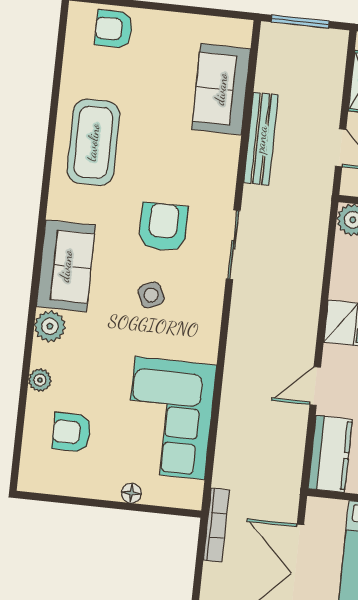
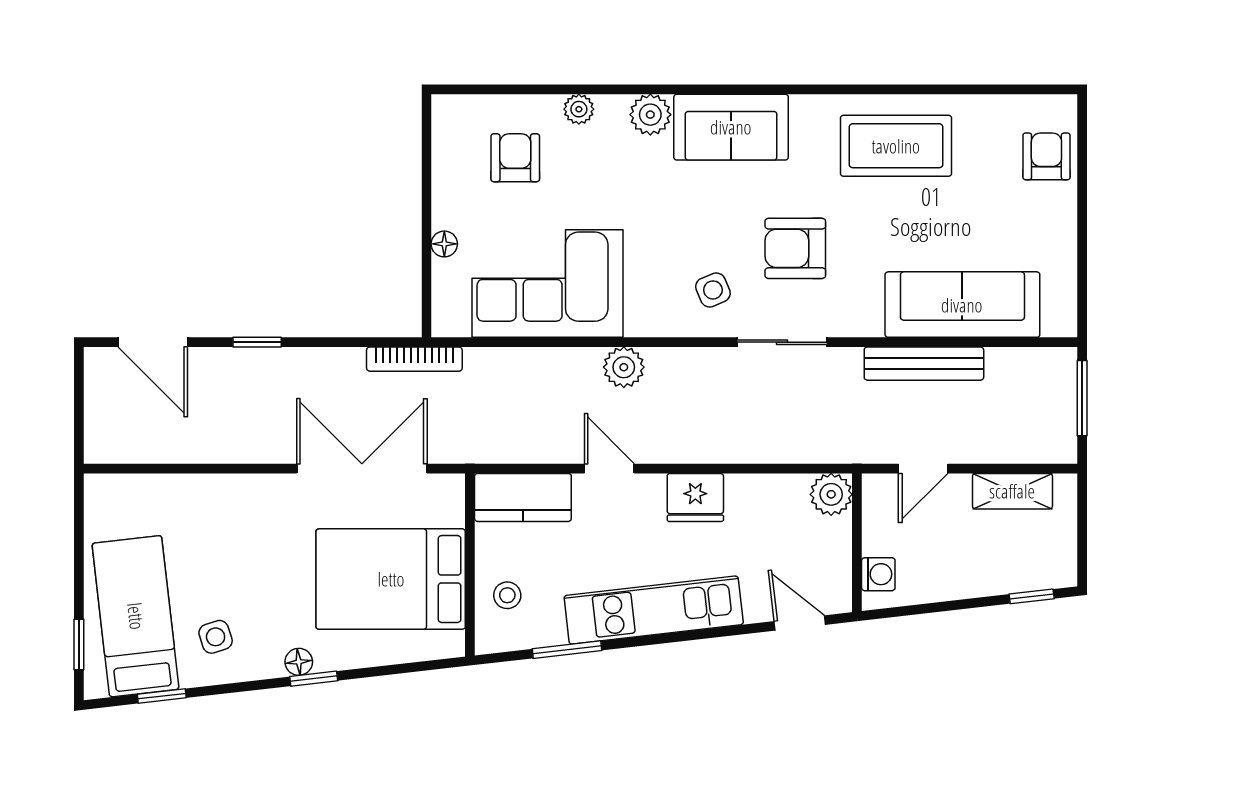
sofa: (221, 89) -> (962, 305), width x1.36
armchair: (163, 227) -> (795, 248), turned 180
side table: (151, 295) -> (713, 290), moved
plant: (239, 367) -> (624, 367), added

